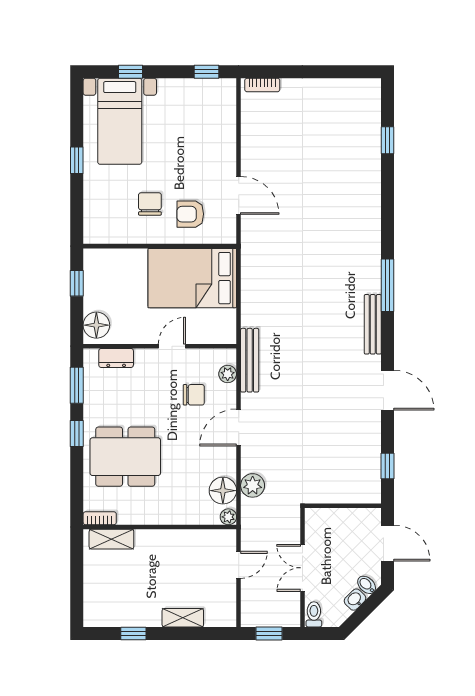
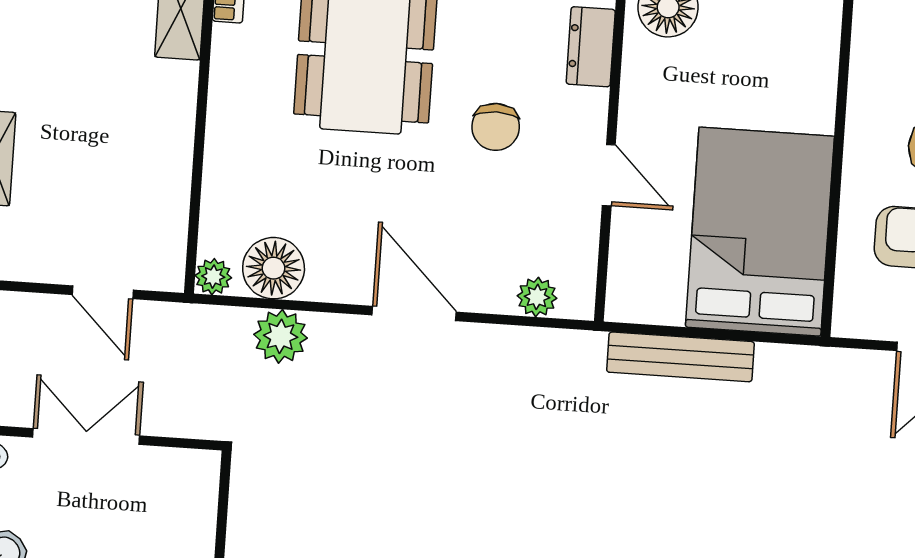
bench: (250, 360) -> (681, 357), moved
chair: (194, 395) -> (496, 127), moved

